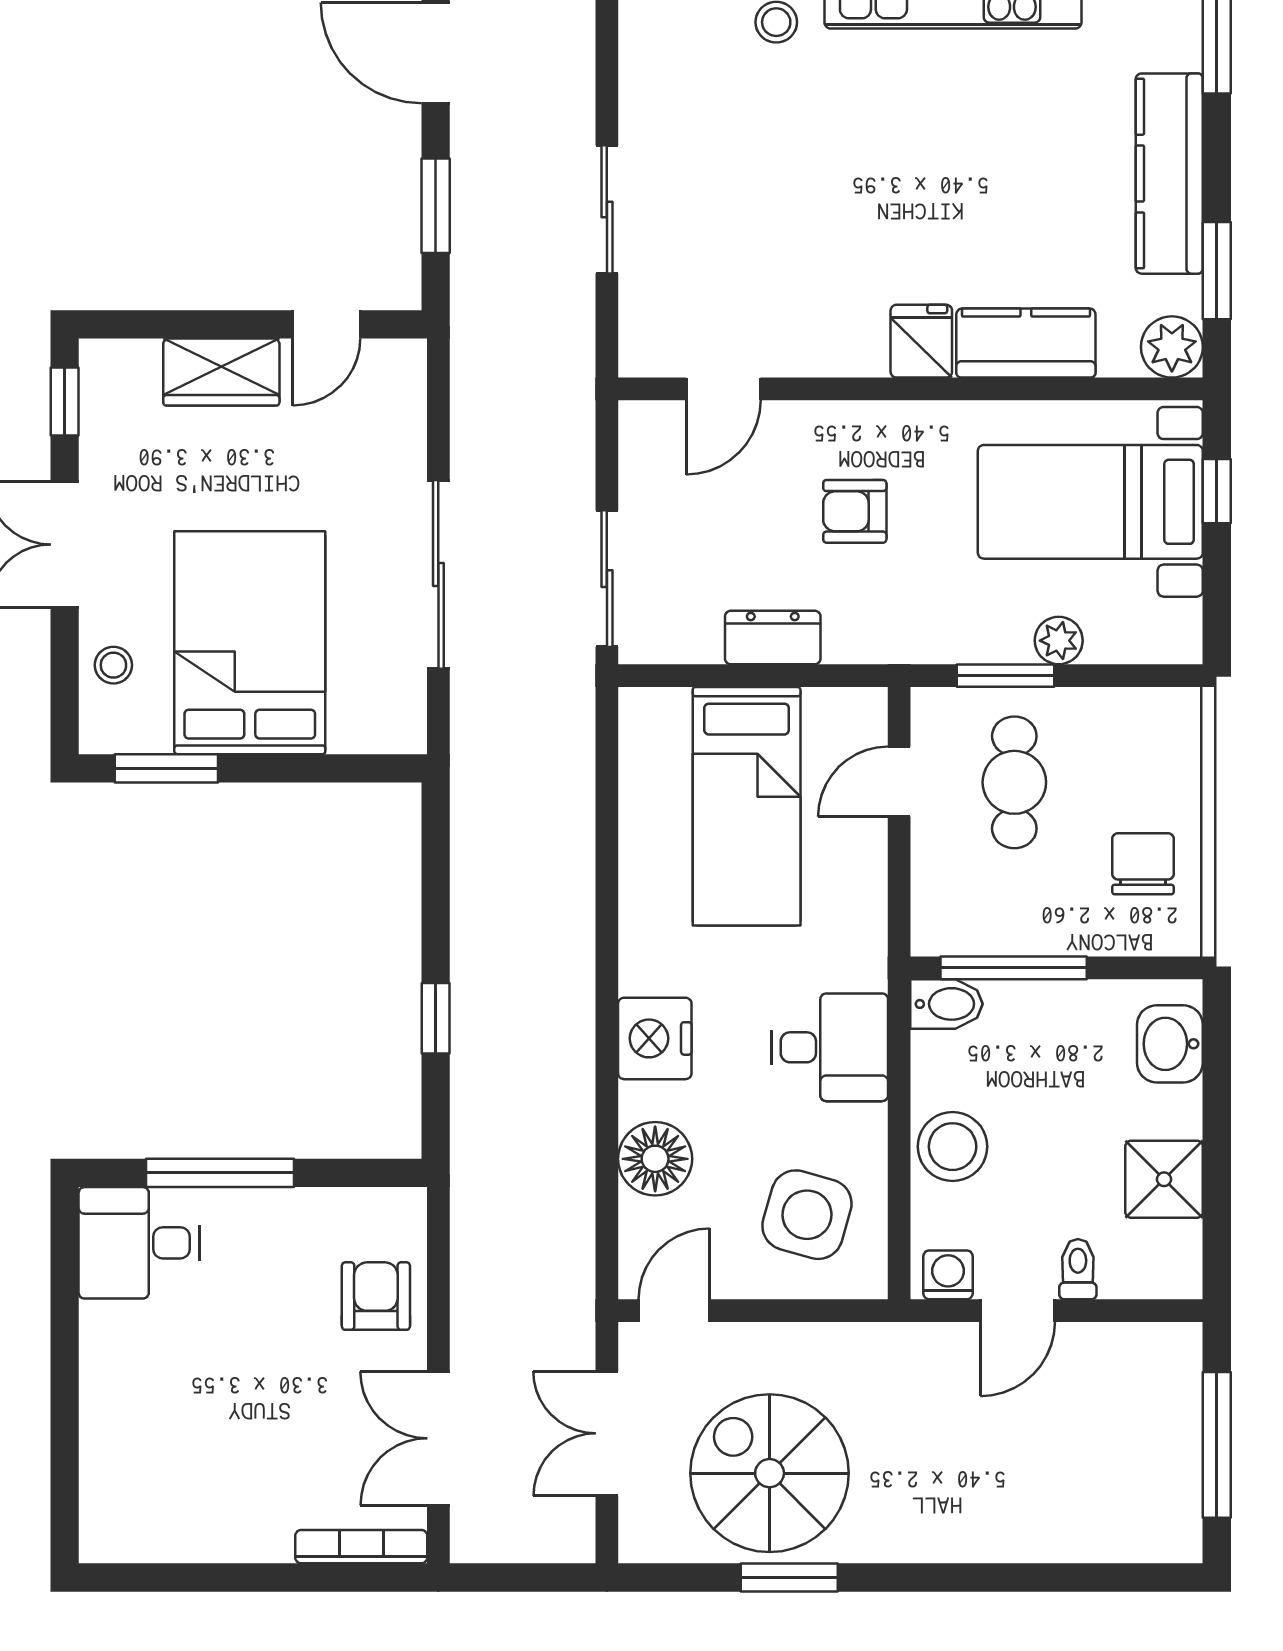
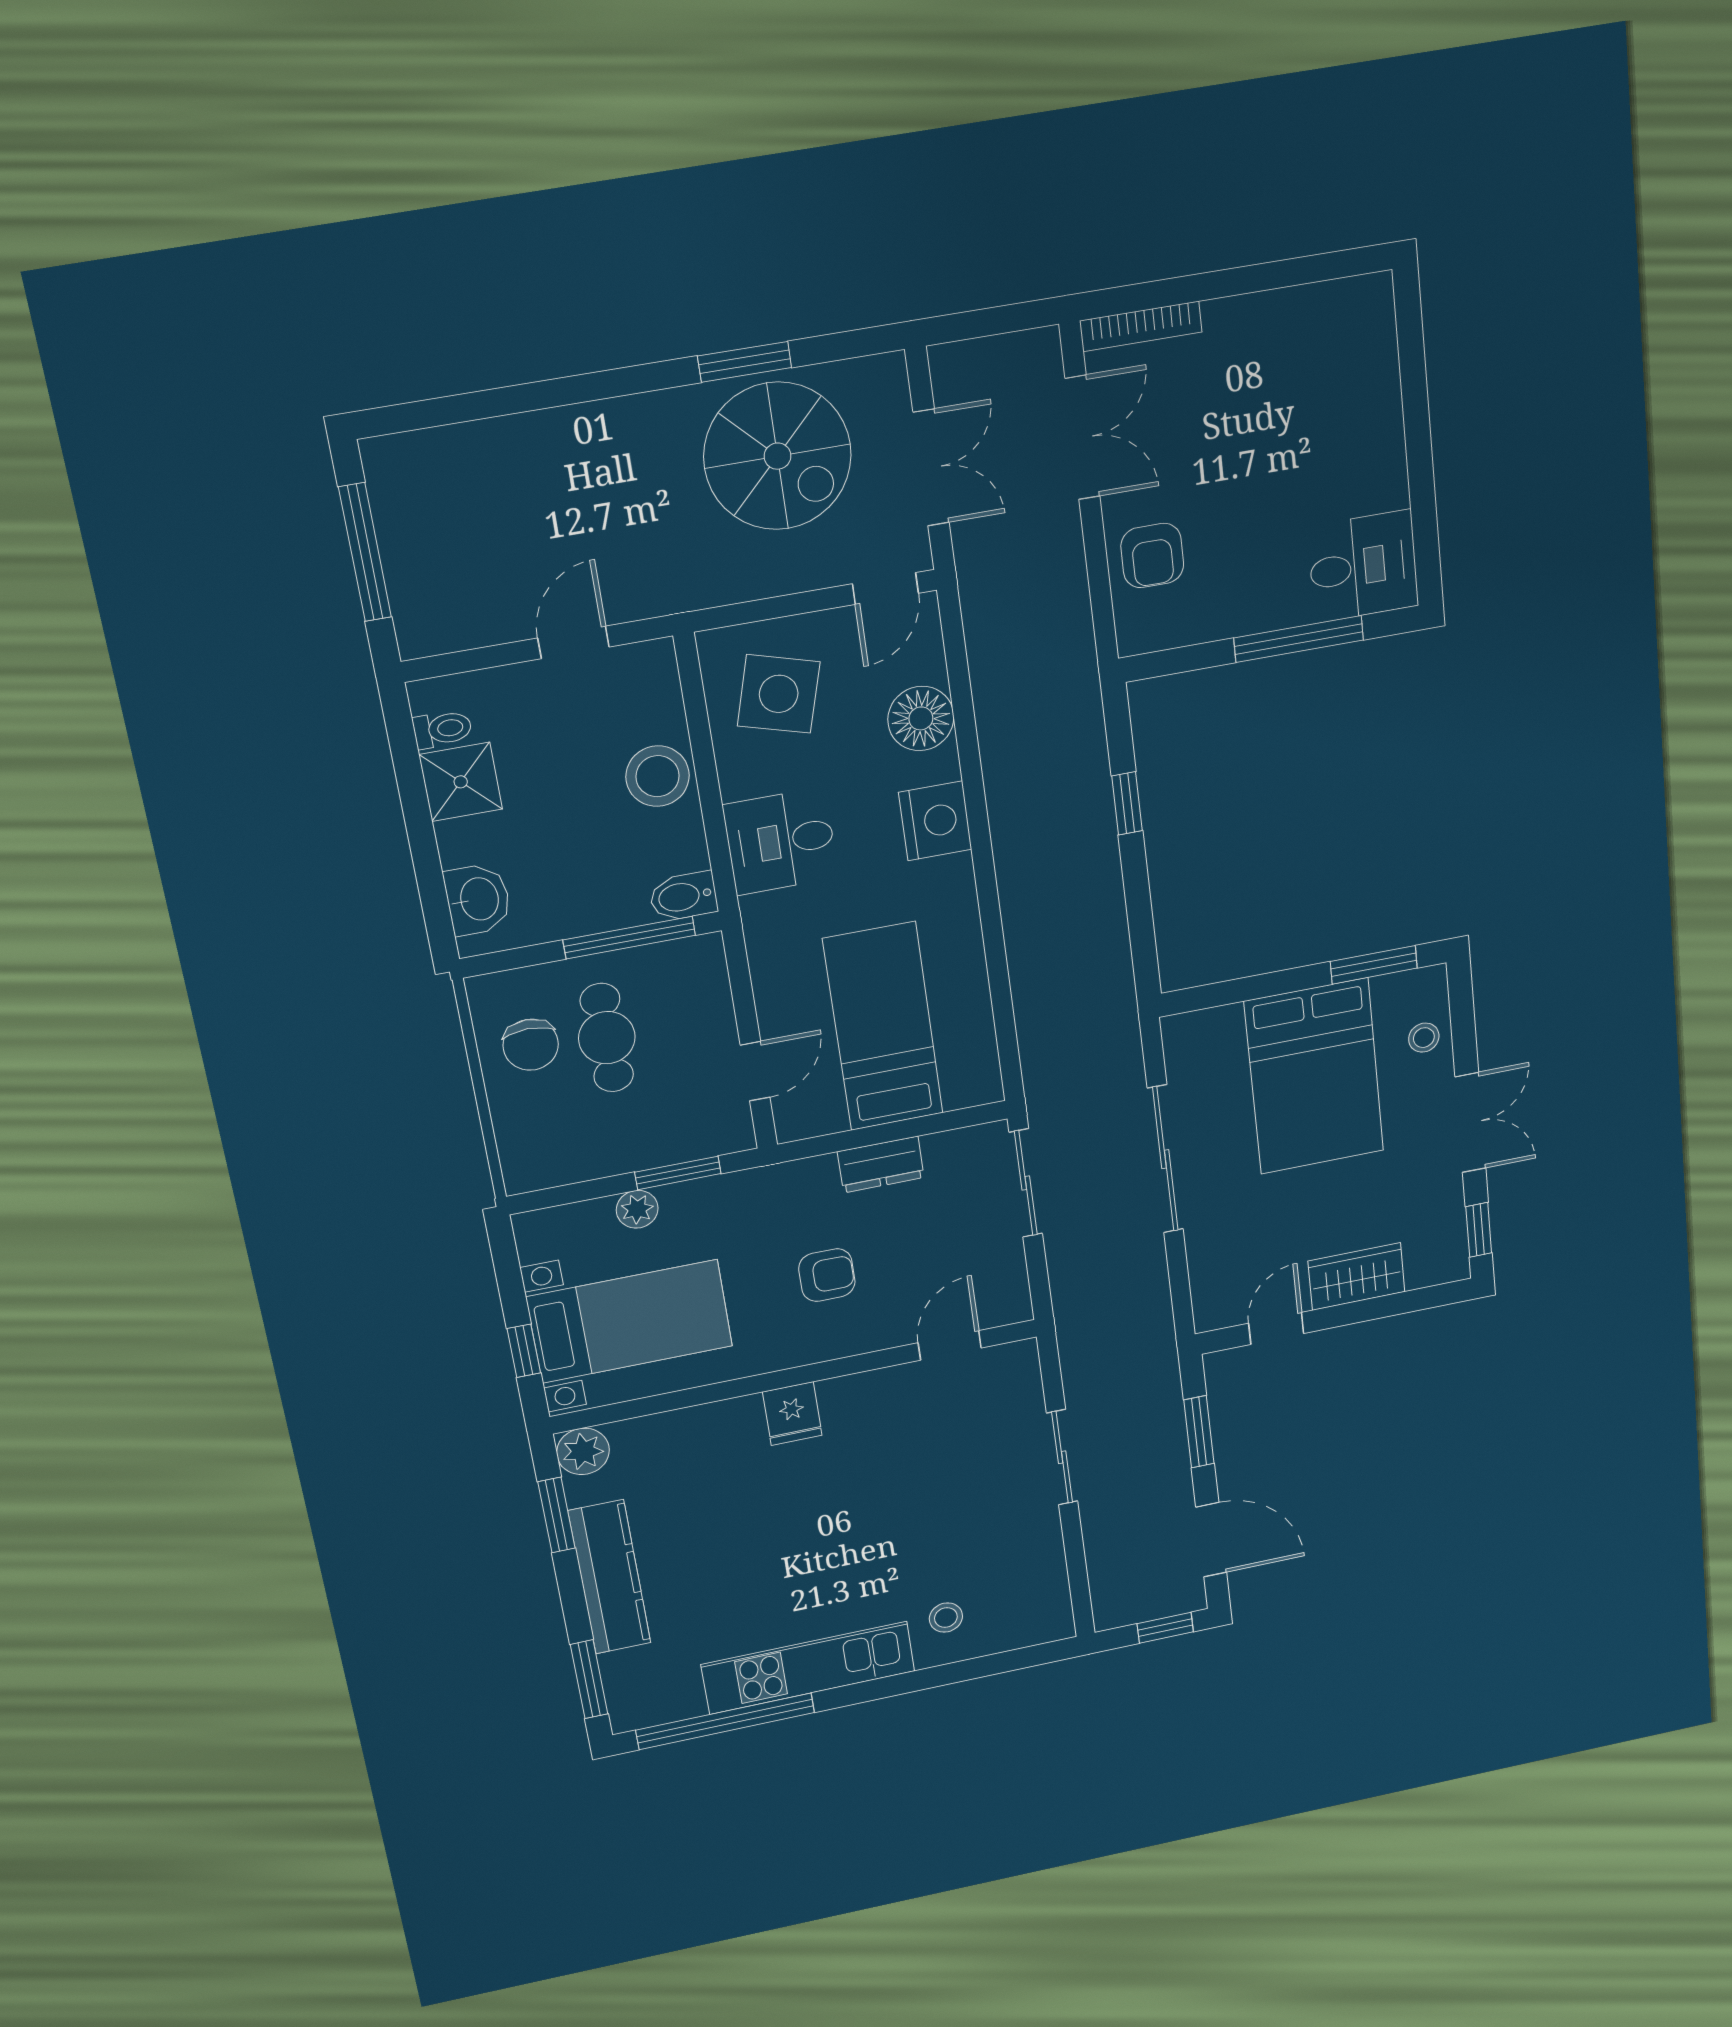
kitchen counter: (1026, 343) -> (705, 1430), removed
cafe table: (1014, 782) -> (607, 1038), moved
toilet: (1078, 1269) -> (442, 729), moved, turned -90
washing machine: (948, 1275) -> (643, 663), removed

